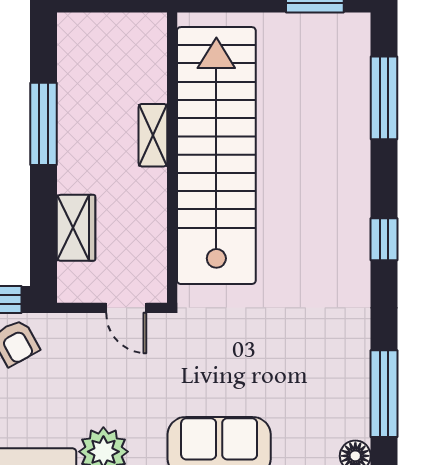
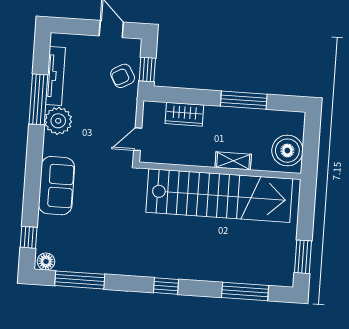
boiler: (128, 40) -> (287, 151), added

